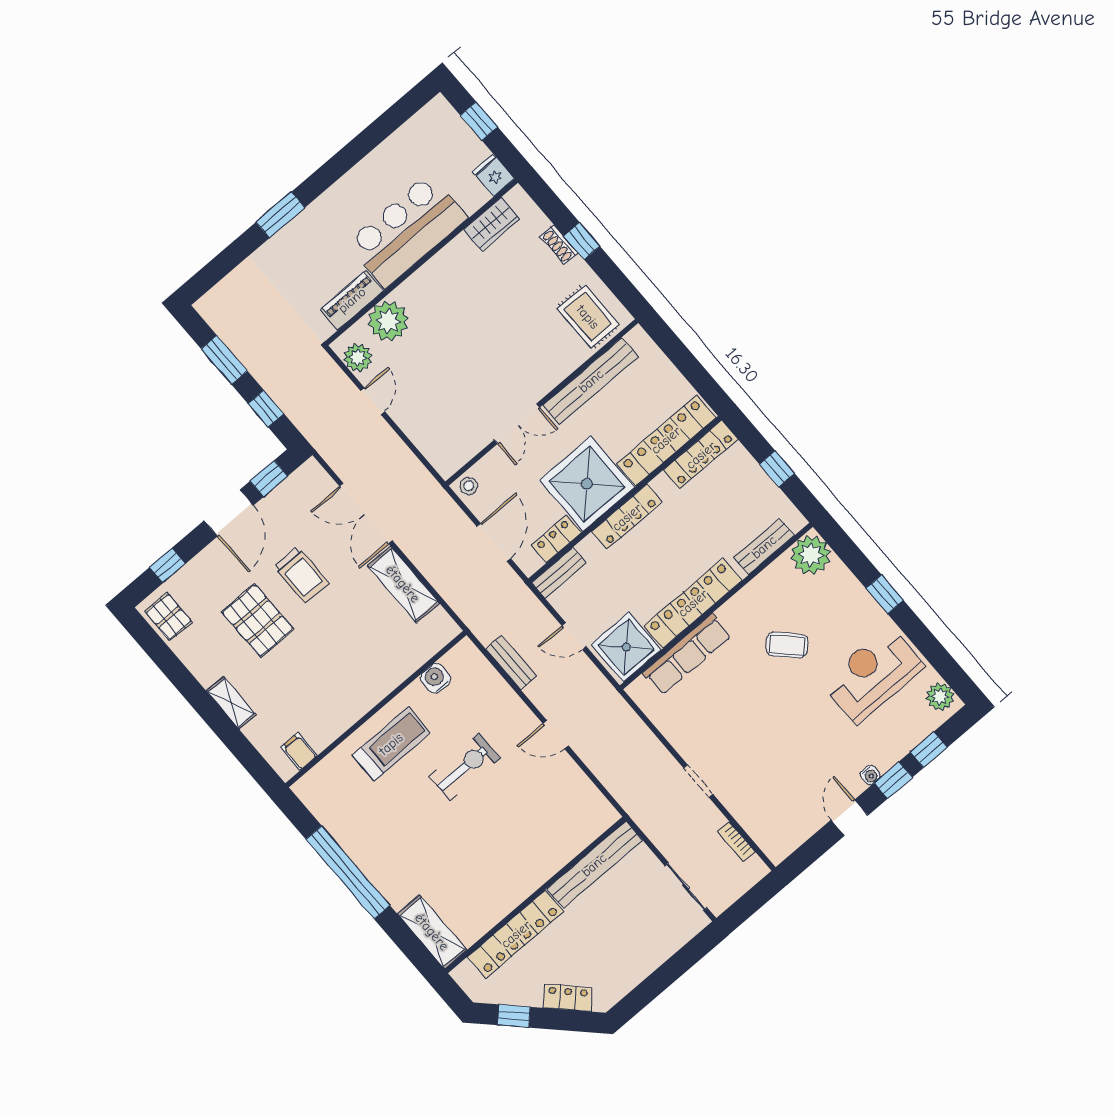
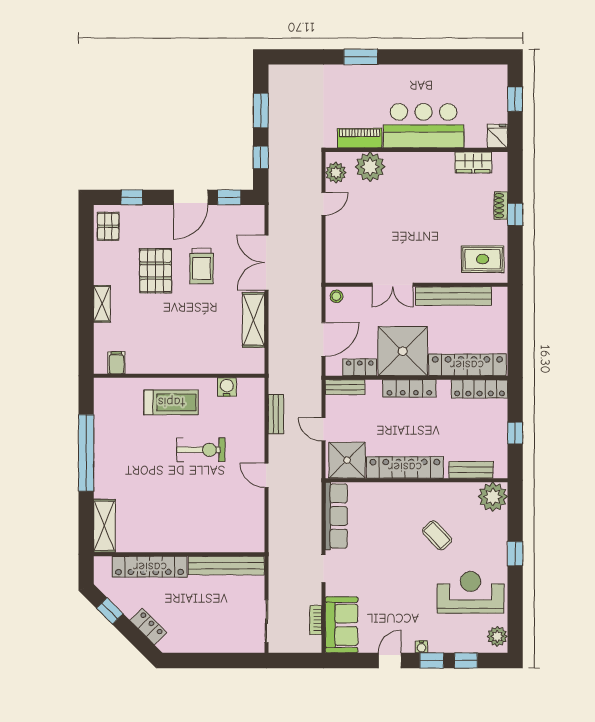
rug: (588, 317) -> (483, 259), turned 90
row of seats: (687, 654) -> (336, 516), moved, turned -90
sofa: (767, 824) -> (342, 625), added

